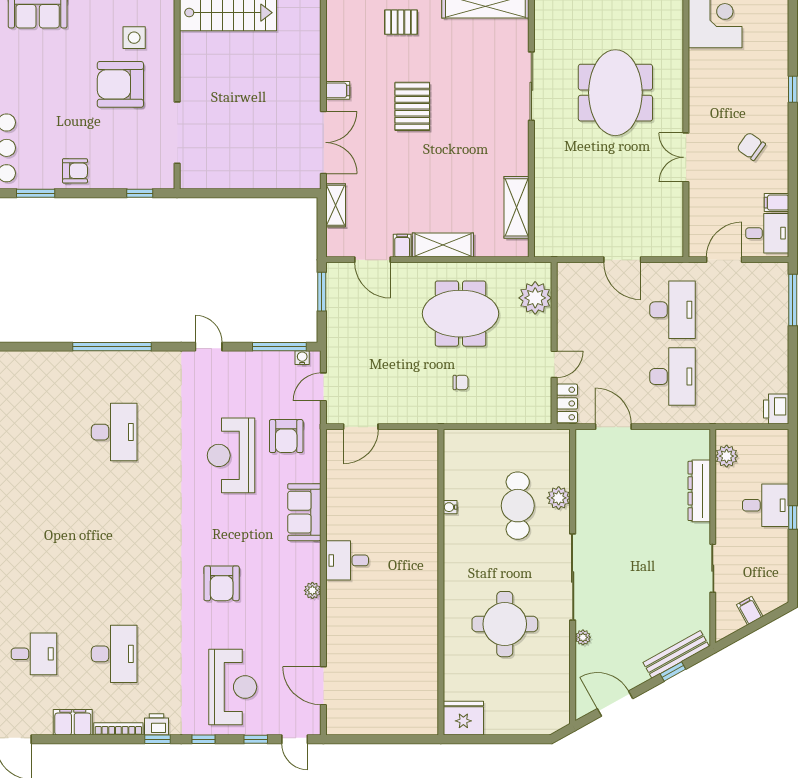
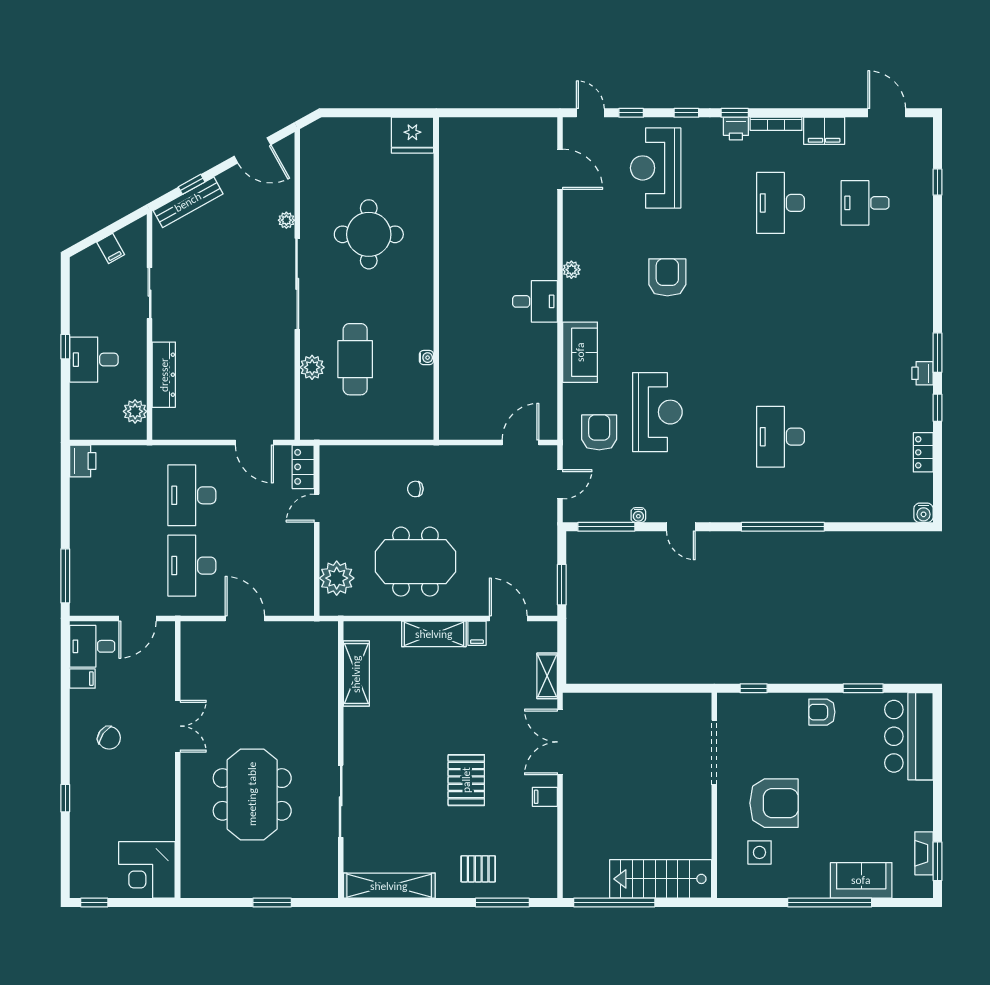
water cooler: (302, 358) -> (638, 515), moved

